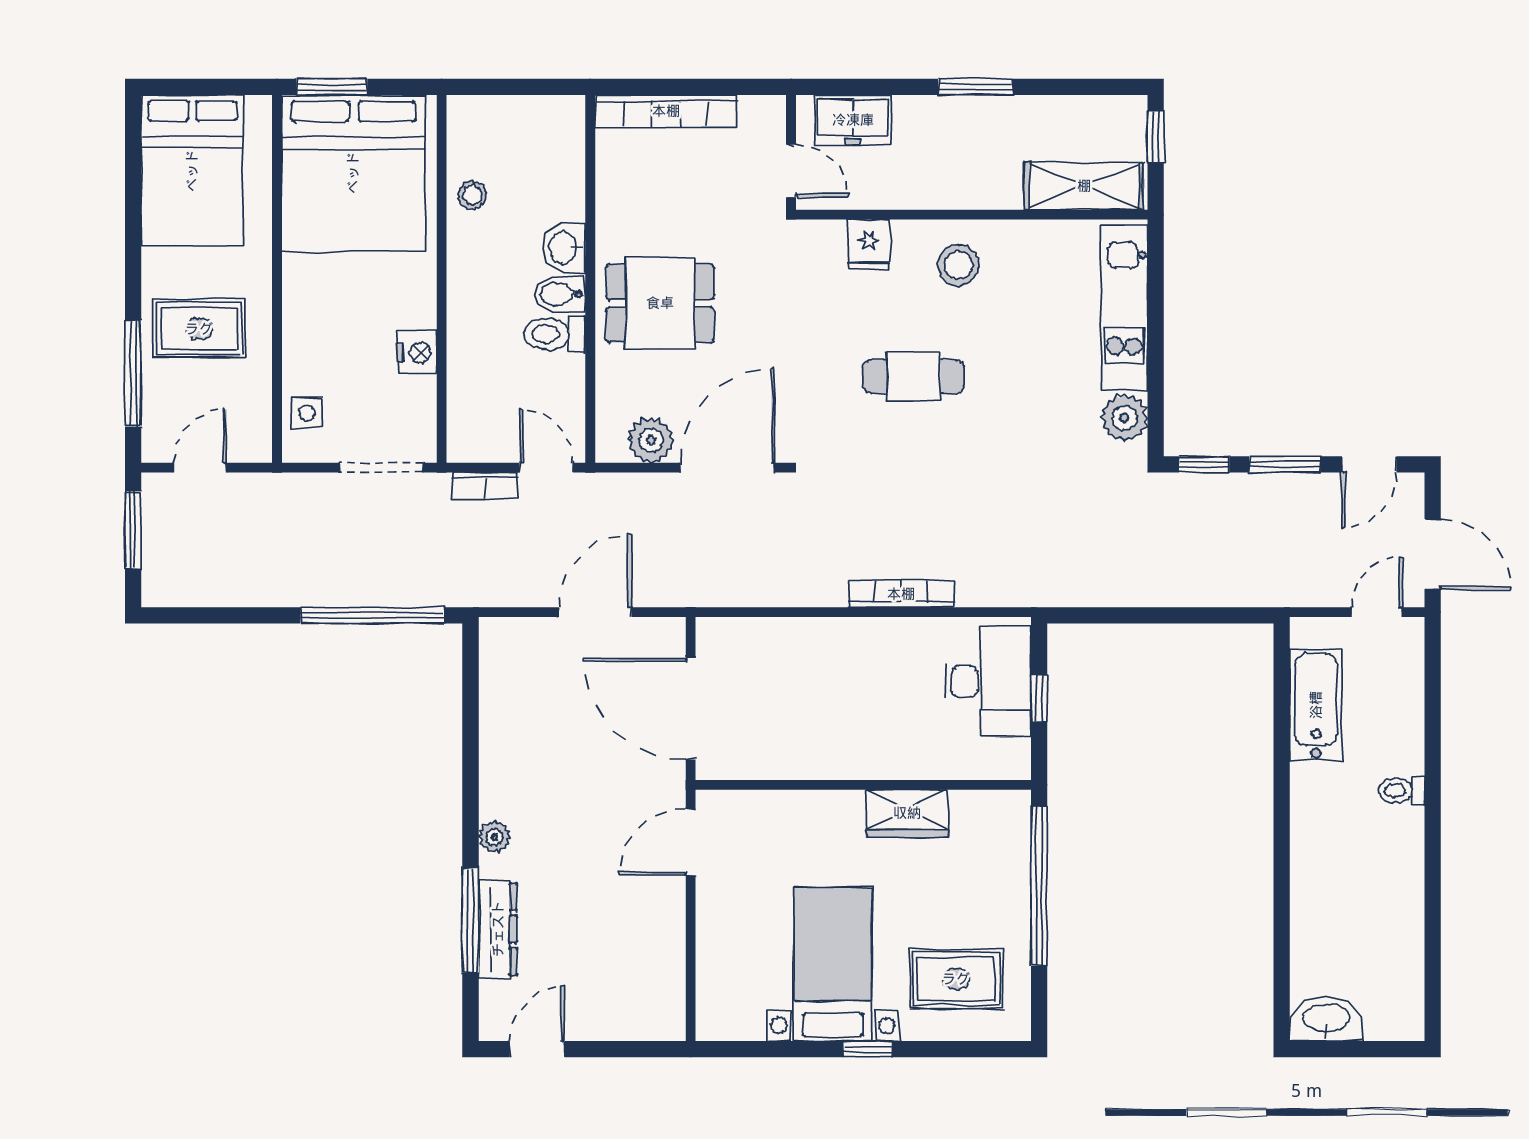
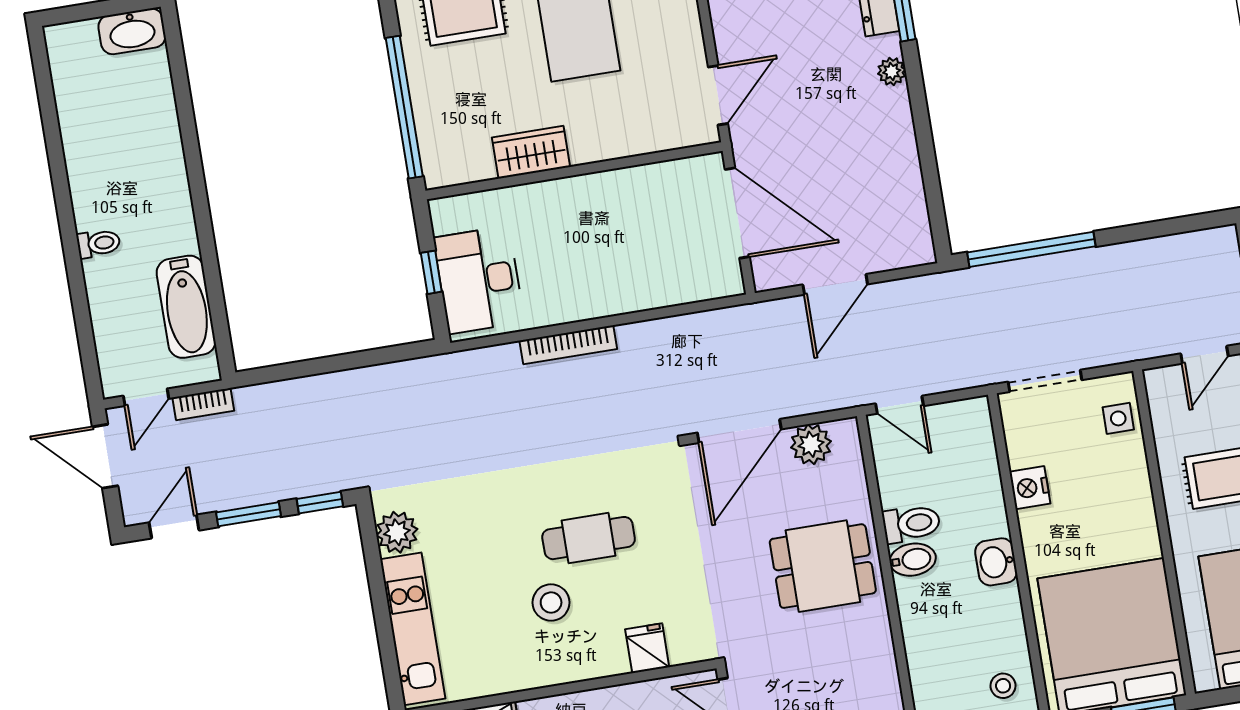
stool: (472, 195) -> (1003, 686), moved
washbasin: (564, 248) -> (996, 562), moved, turned 180
stool: (958, 265) -> (551, 603), moved
bookcase: (485, 486) -> (203, 404), moved, turned 180

